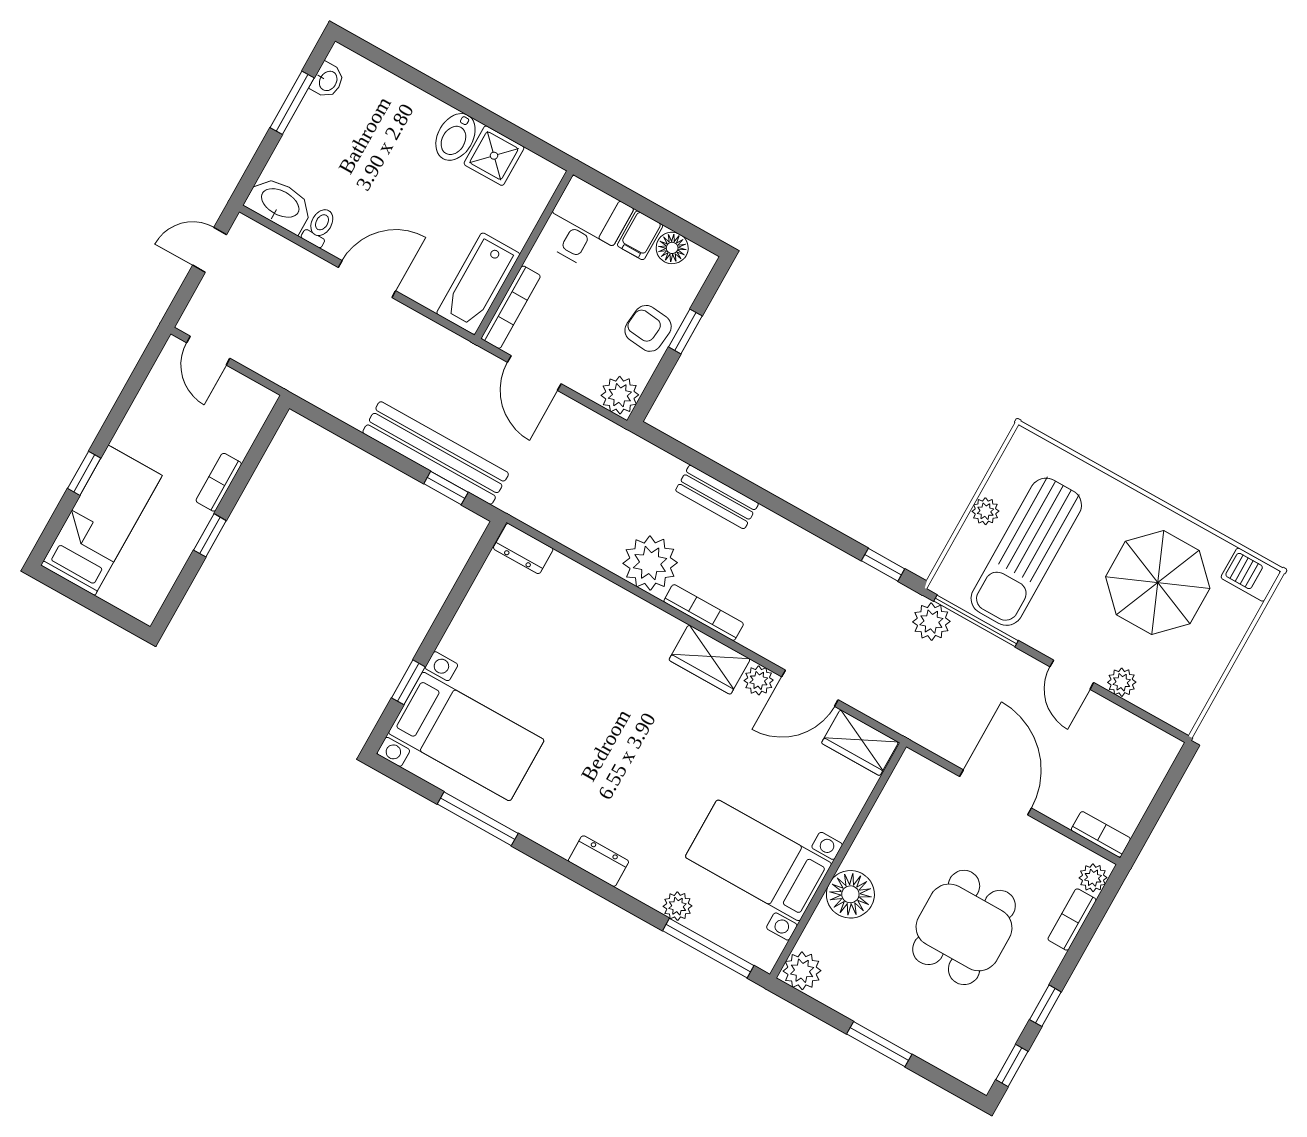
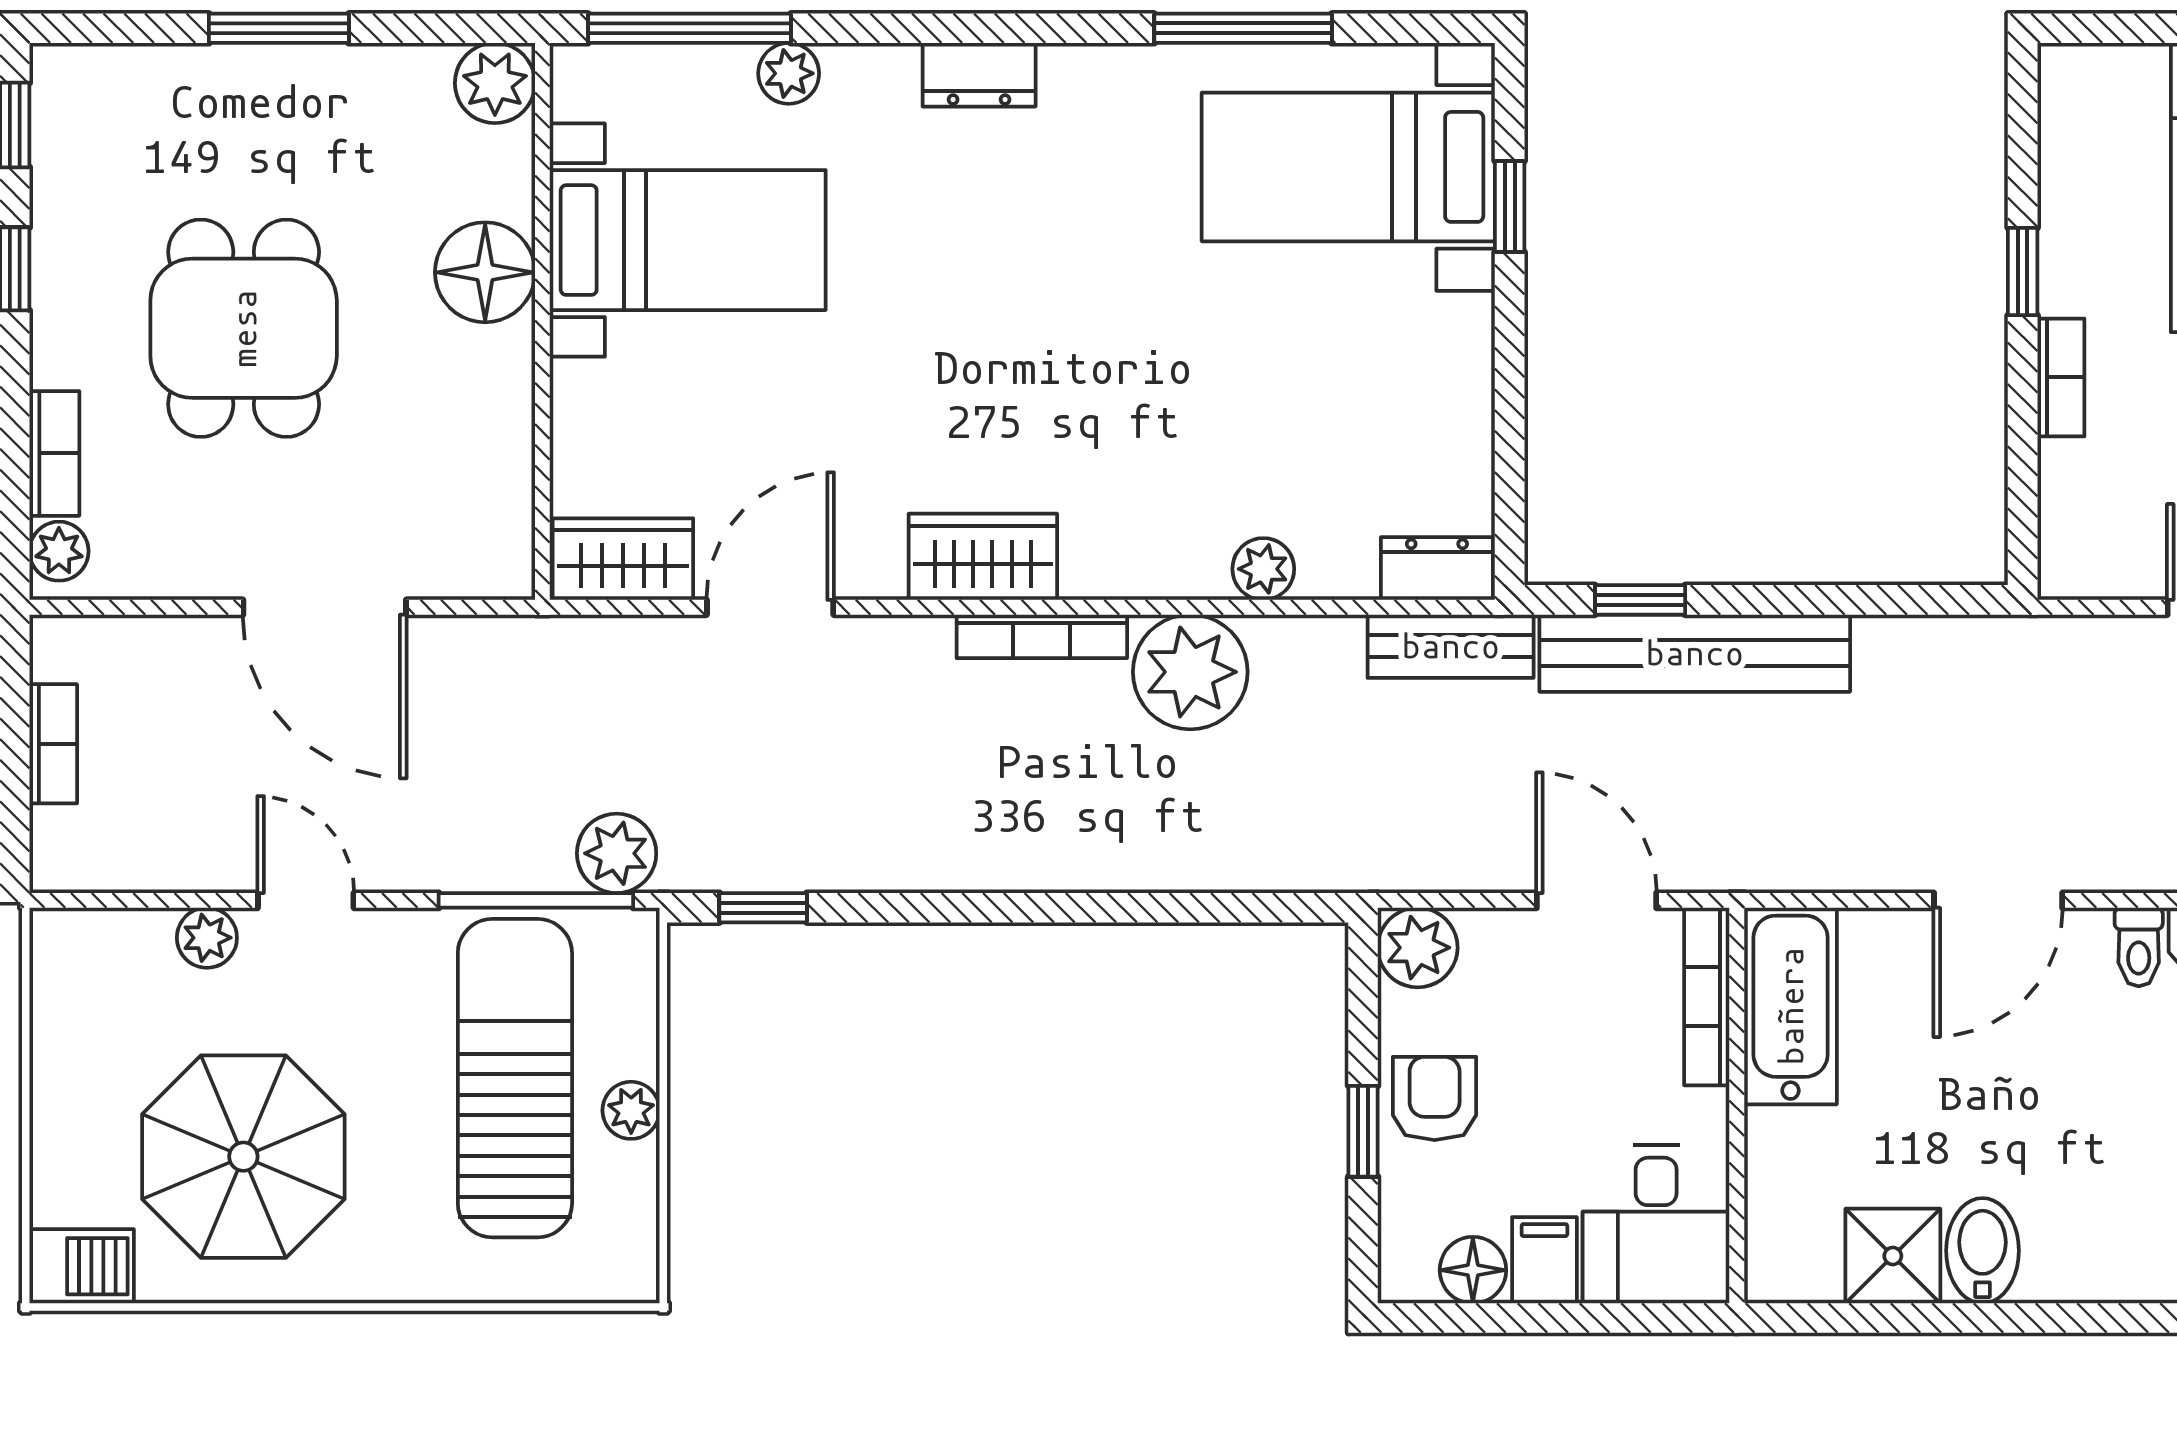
armchair: (648, 328) -> (1435, 1098), turned -96
bench: (717, 497) -> (1451, 646), moved
plant: (759, 680) -> (1263, 569), moved
bookcase: (1101, 834) -> (53, 744), moved, turned -90

